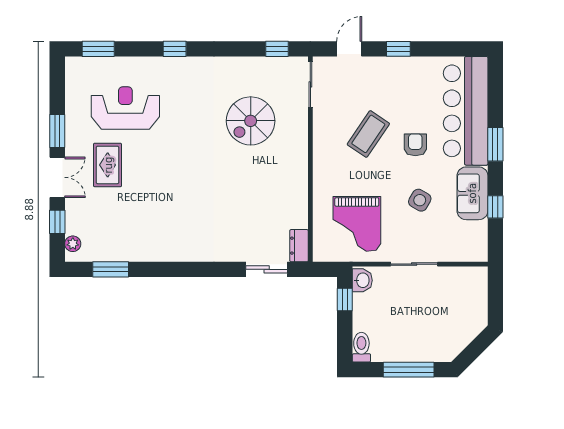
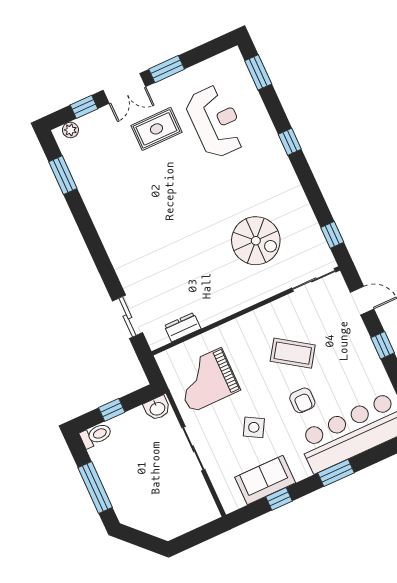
spiral stairs: (251, 121) -> (256, 241), turned 180
armchair: (415, 145) -> (302, 400), turned 90
sofa: (472, 193) -> (265, 480), moved
dresser: (299, 246) -> (183, 327), moved
window: (345, 299) -> (112, 410), moved

